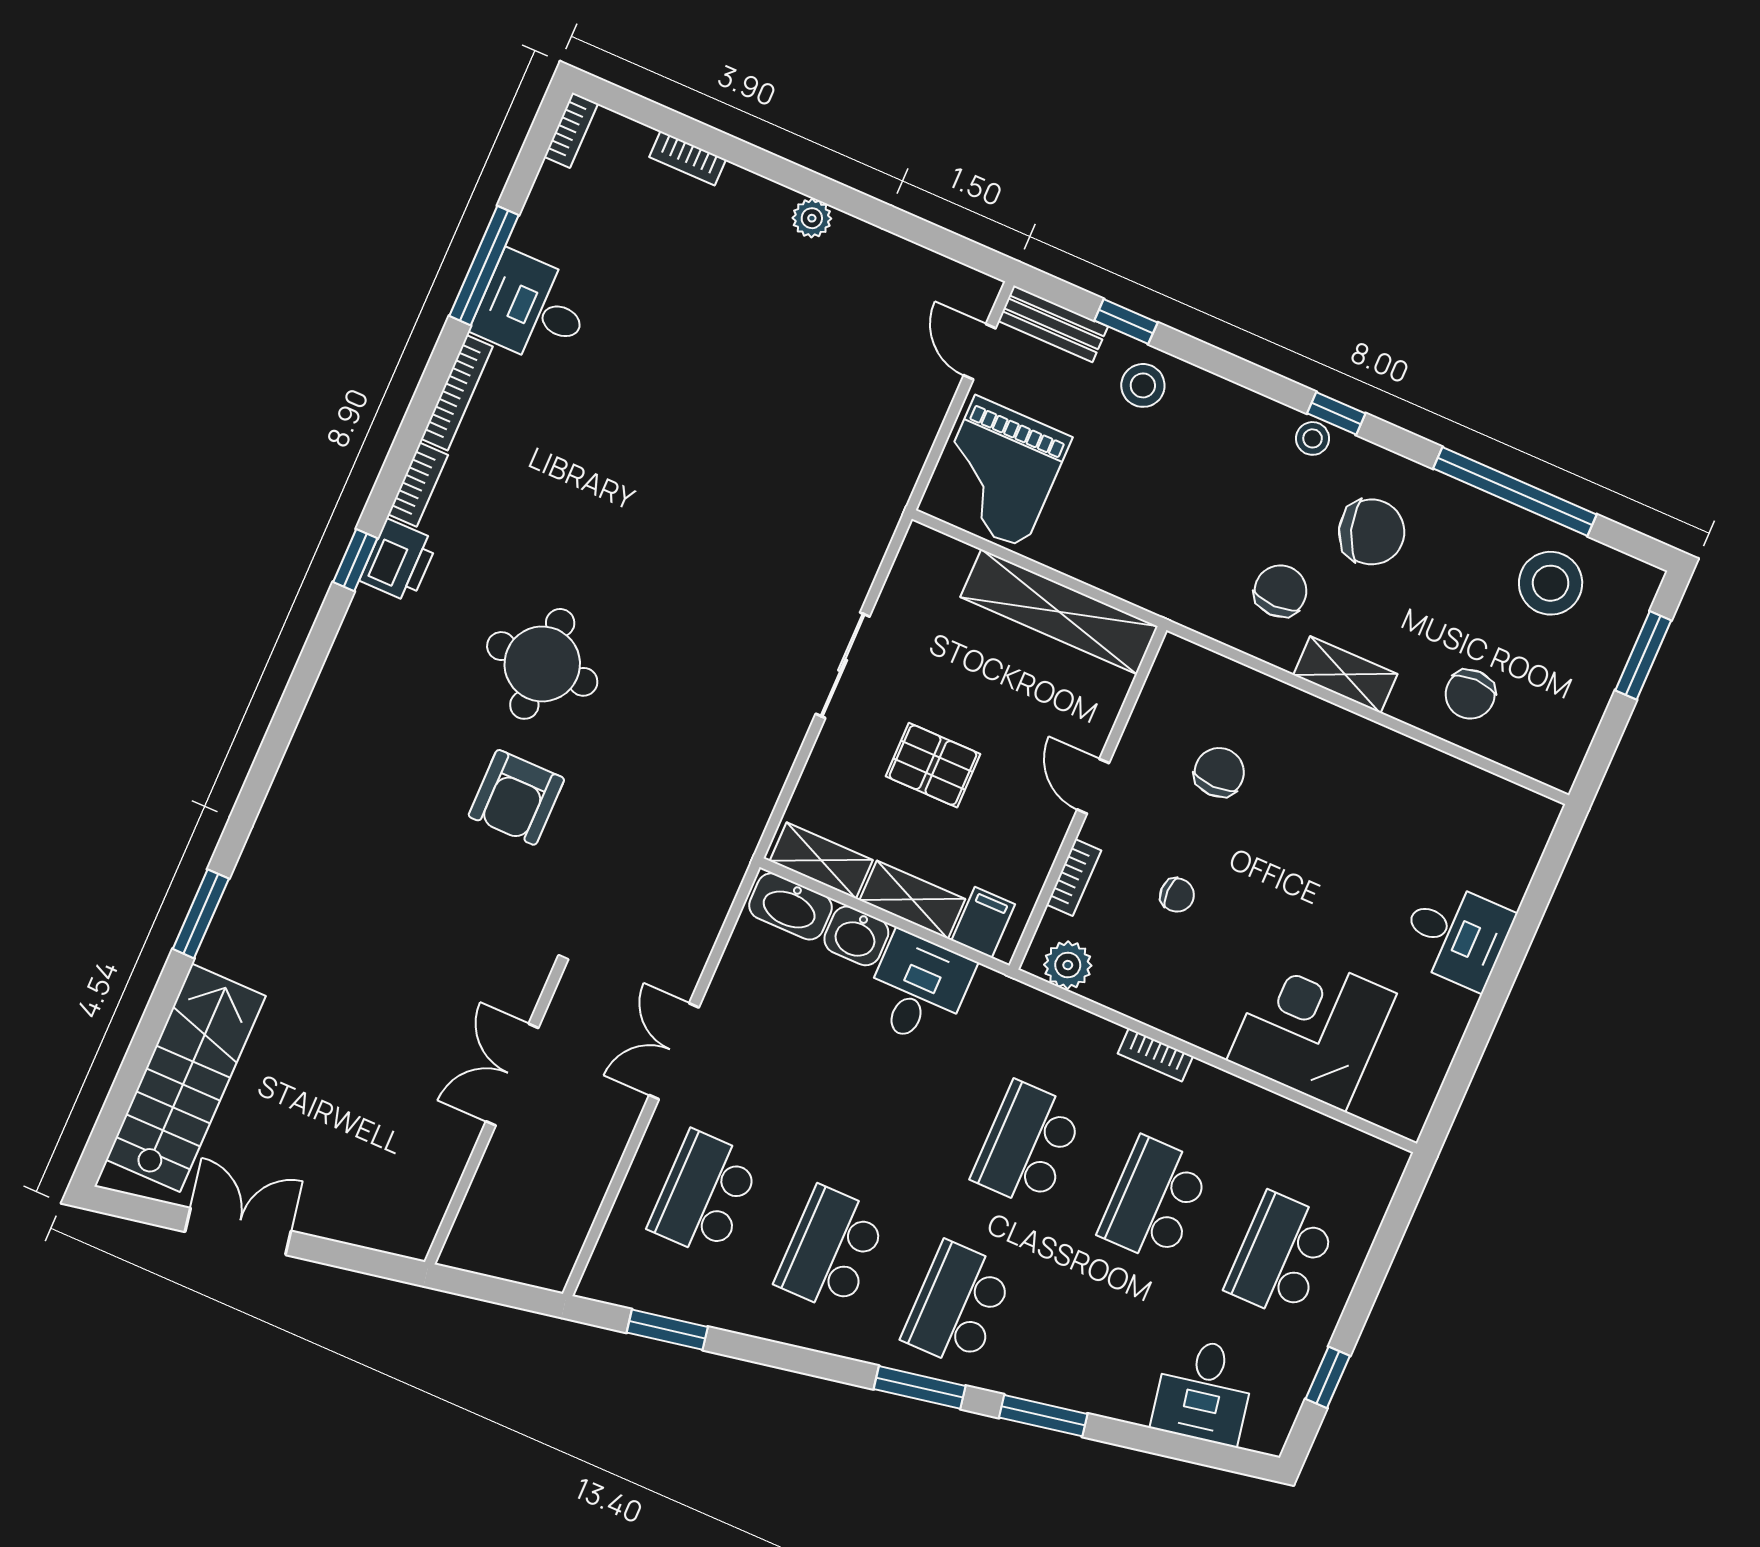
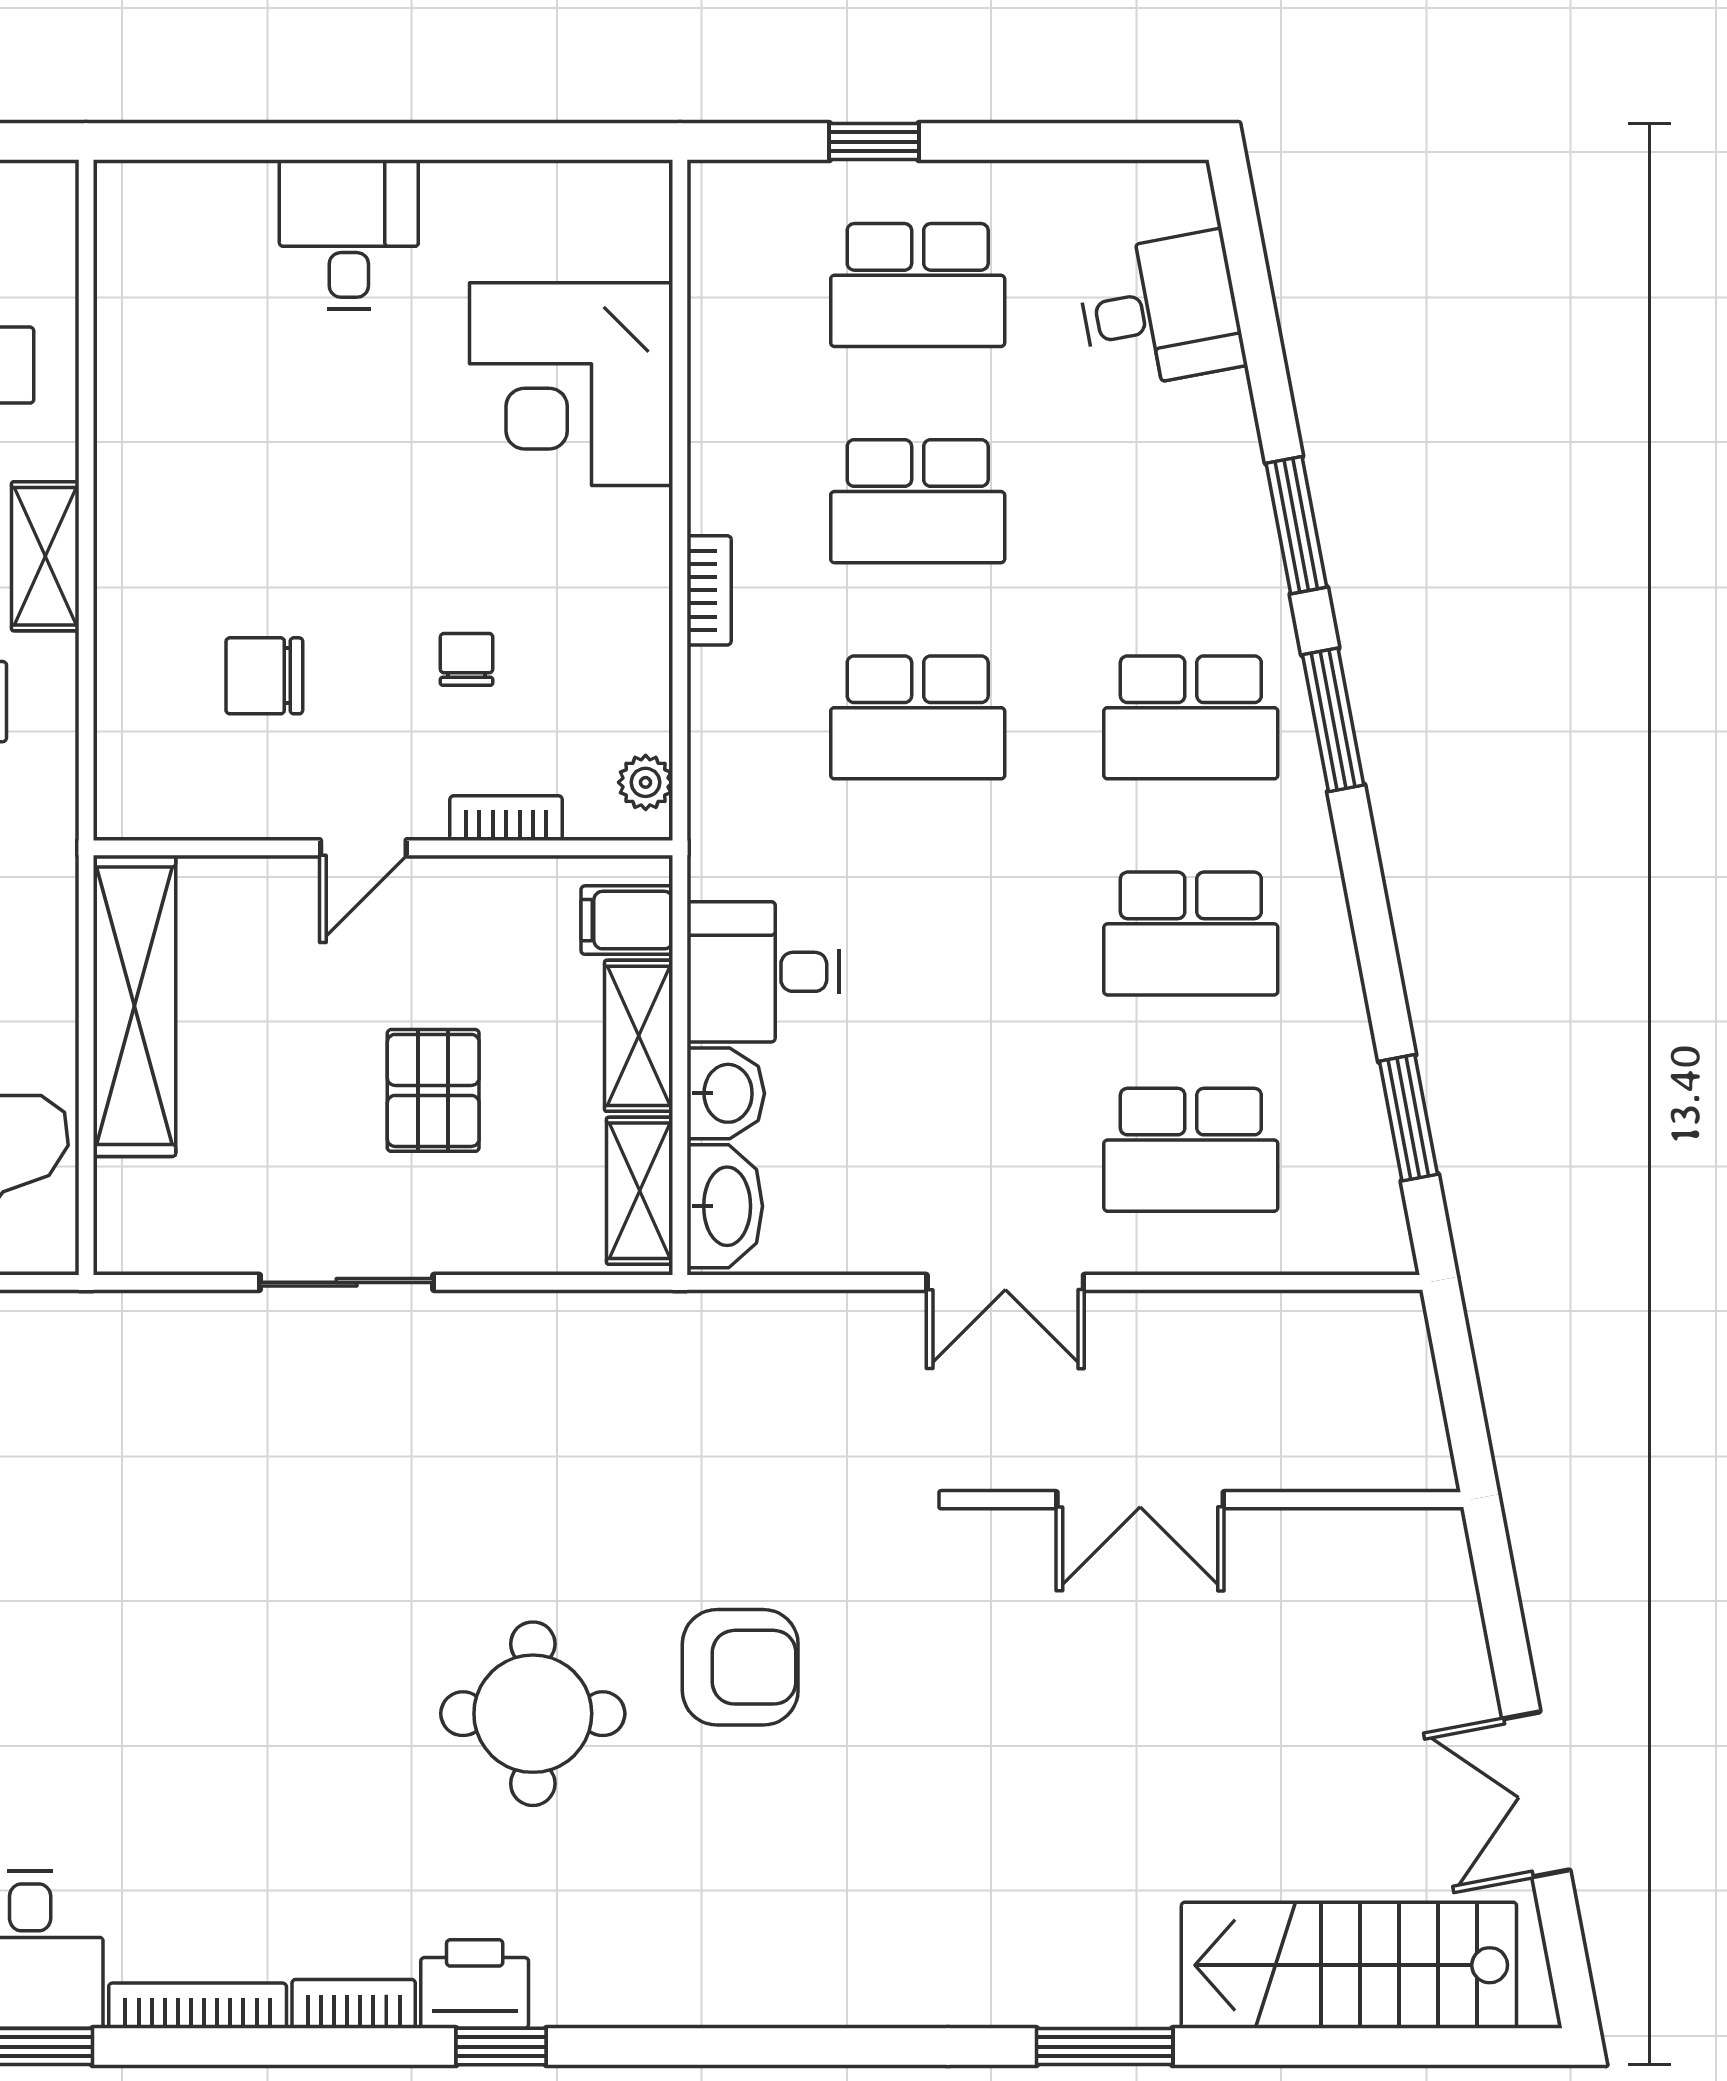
plant: (1068, 965) -> (646, 782), width x0.73, depth x0.73
window: (1328, 1377) -> (874, 142), moved

